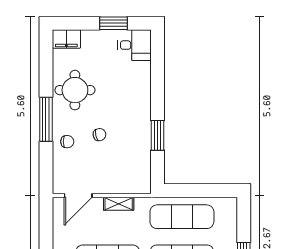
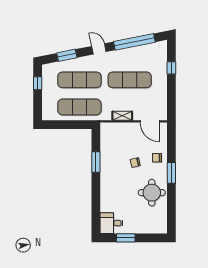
filing cabinet: (66, 39) -> (158, 227), removed
window: (46, 119) -> (171, 173), width x0.69
door: (78, 195) -> (150, 121), swing flipped

